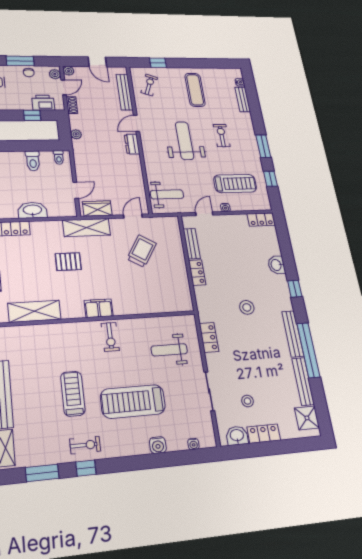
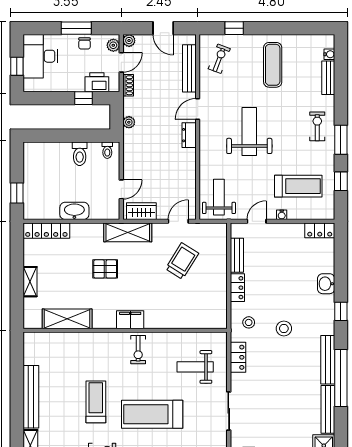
exercise bike: (222, 135) -> (317, 126), moved
weight bench: (167, 194) -> (219, 197), turned -90
stool: (247, 401) -> (249, 322), moved

